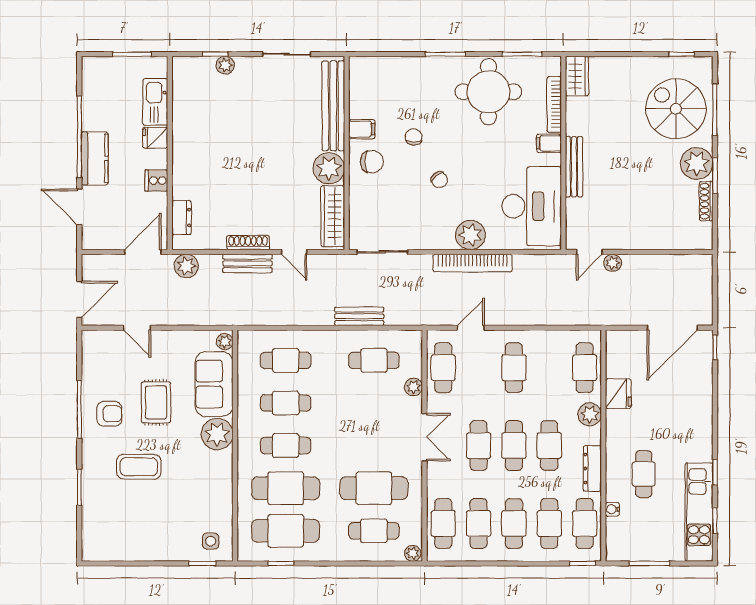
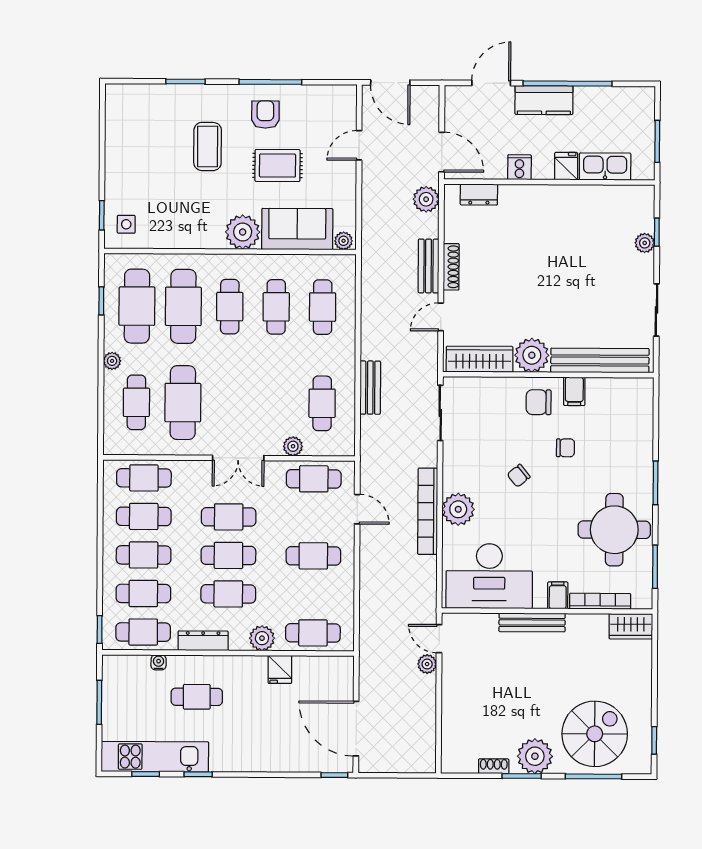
chair: (372, 162) -> (539, 402), turned 90
shoe rack: (706, 201) -> (494, 766), width x0.70
fridge: (618, 394) -> (280, 669), width x0.72
armchair: (109, 414) -> (265, 115), turned 180
plant: (413, 553) -> (112, 361), moved

